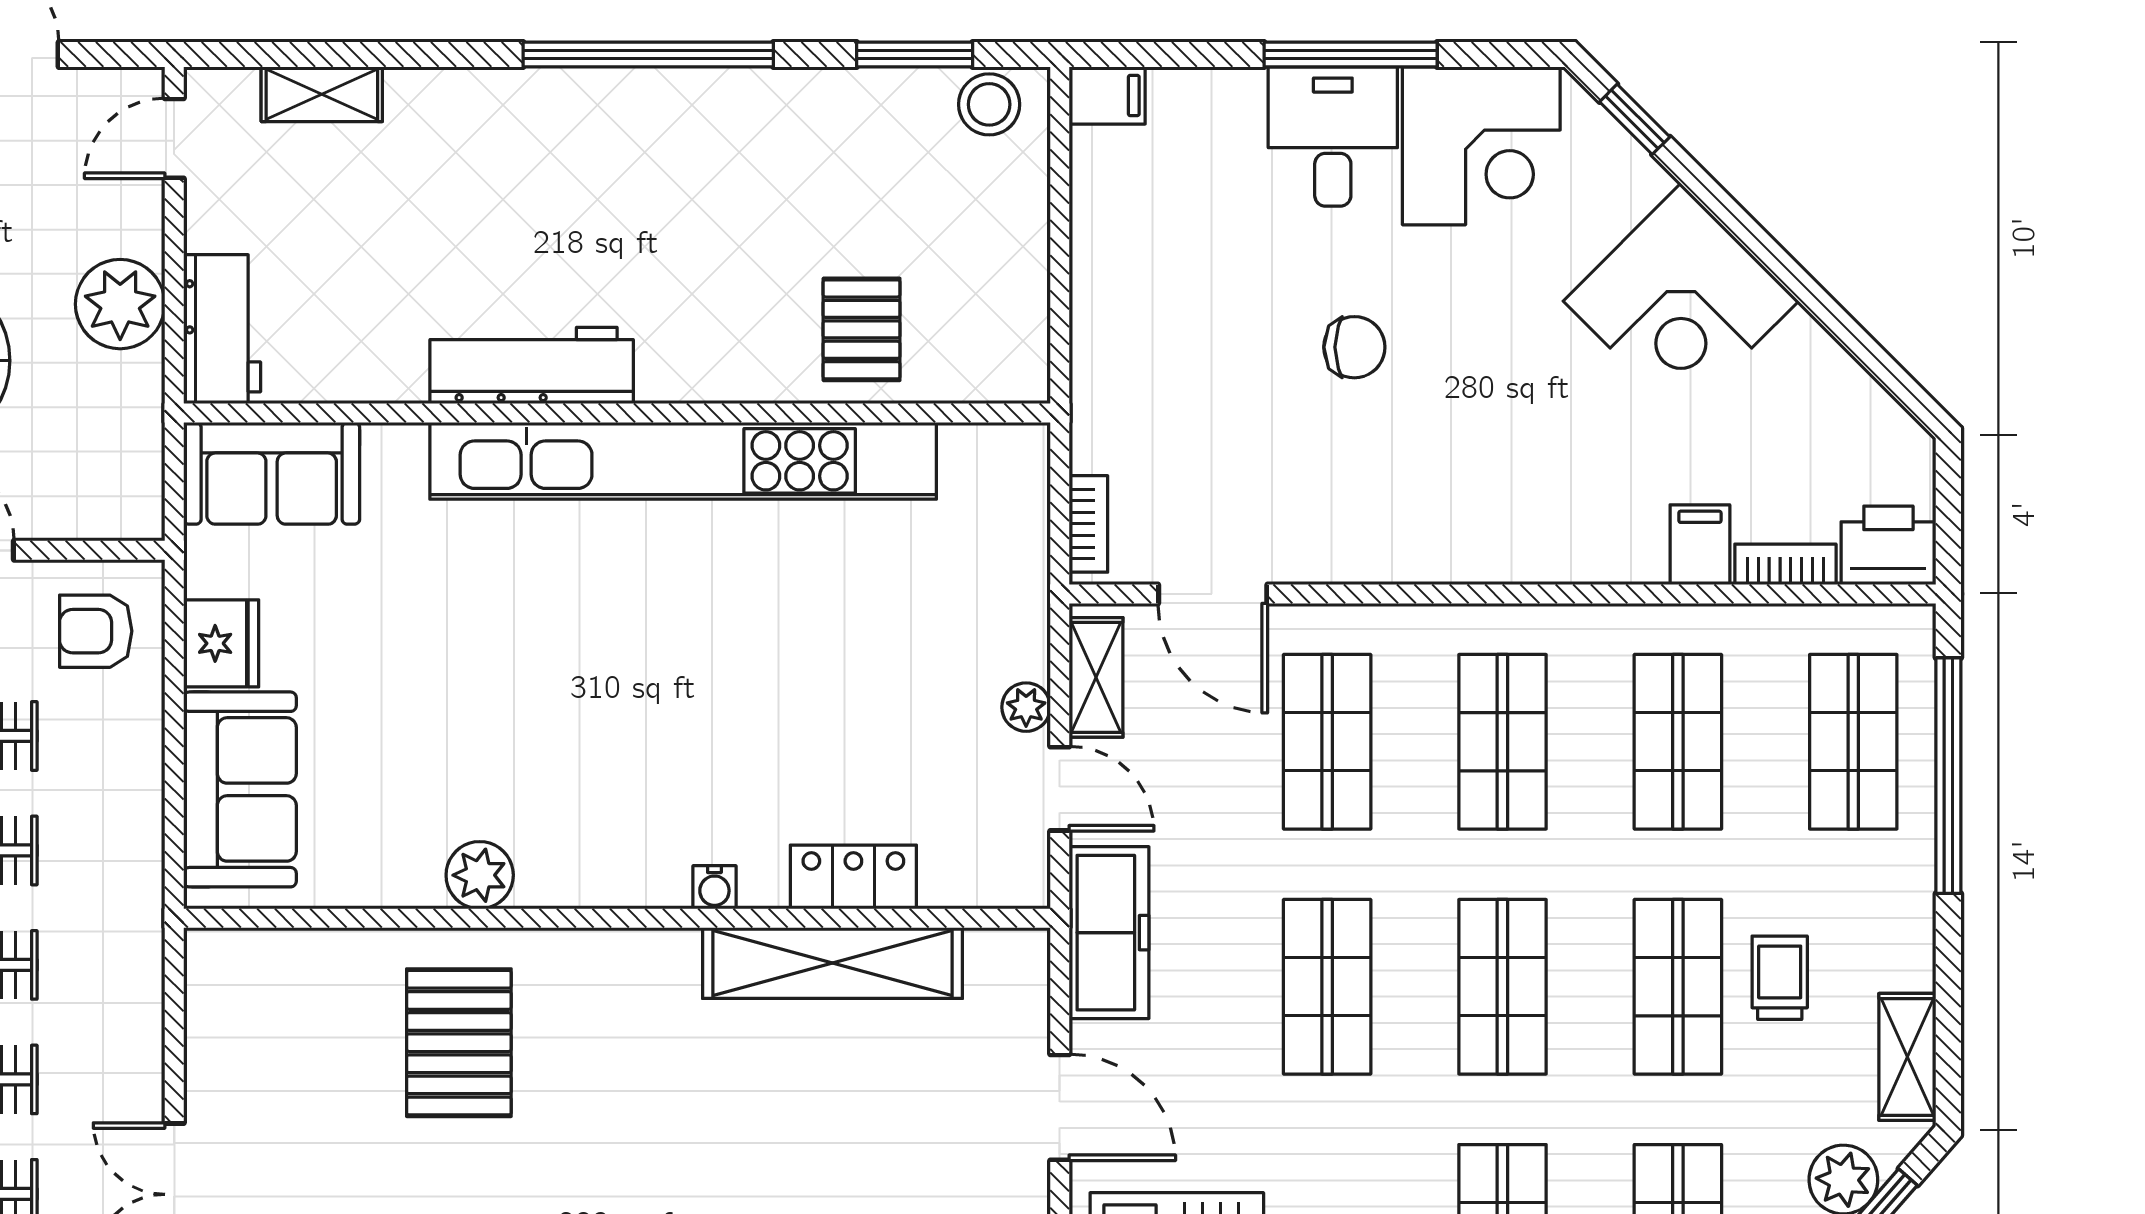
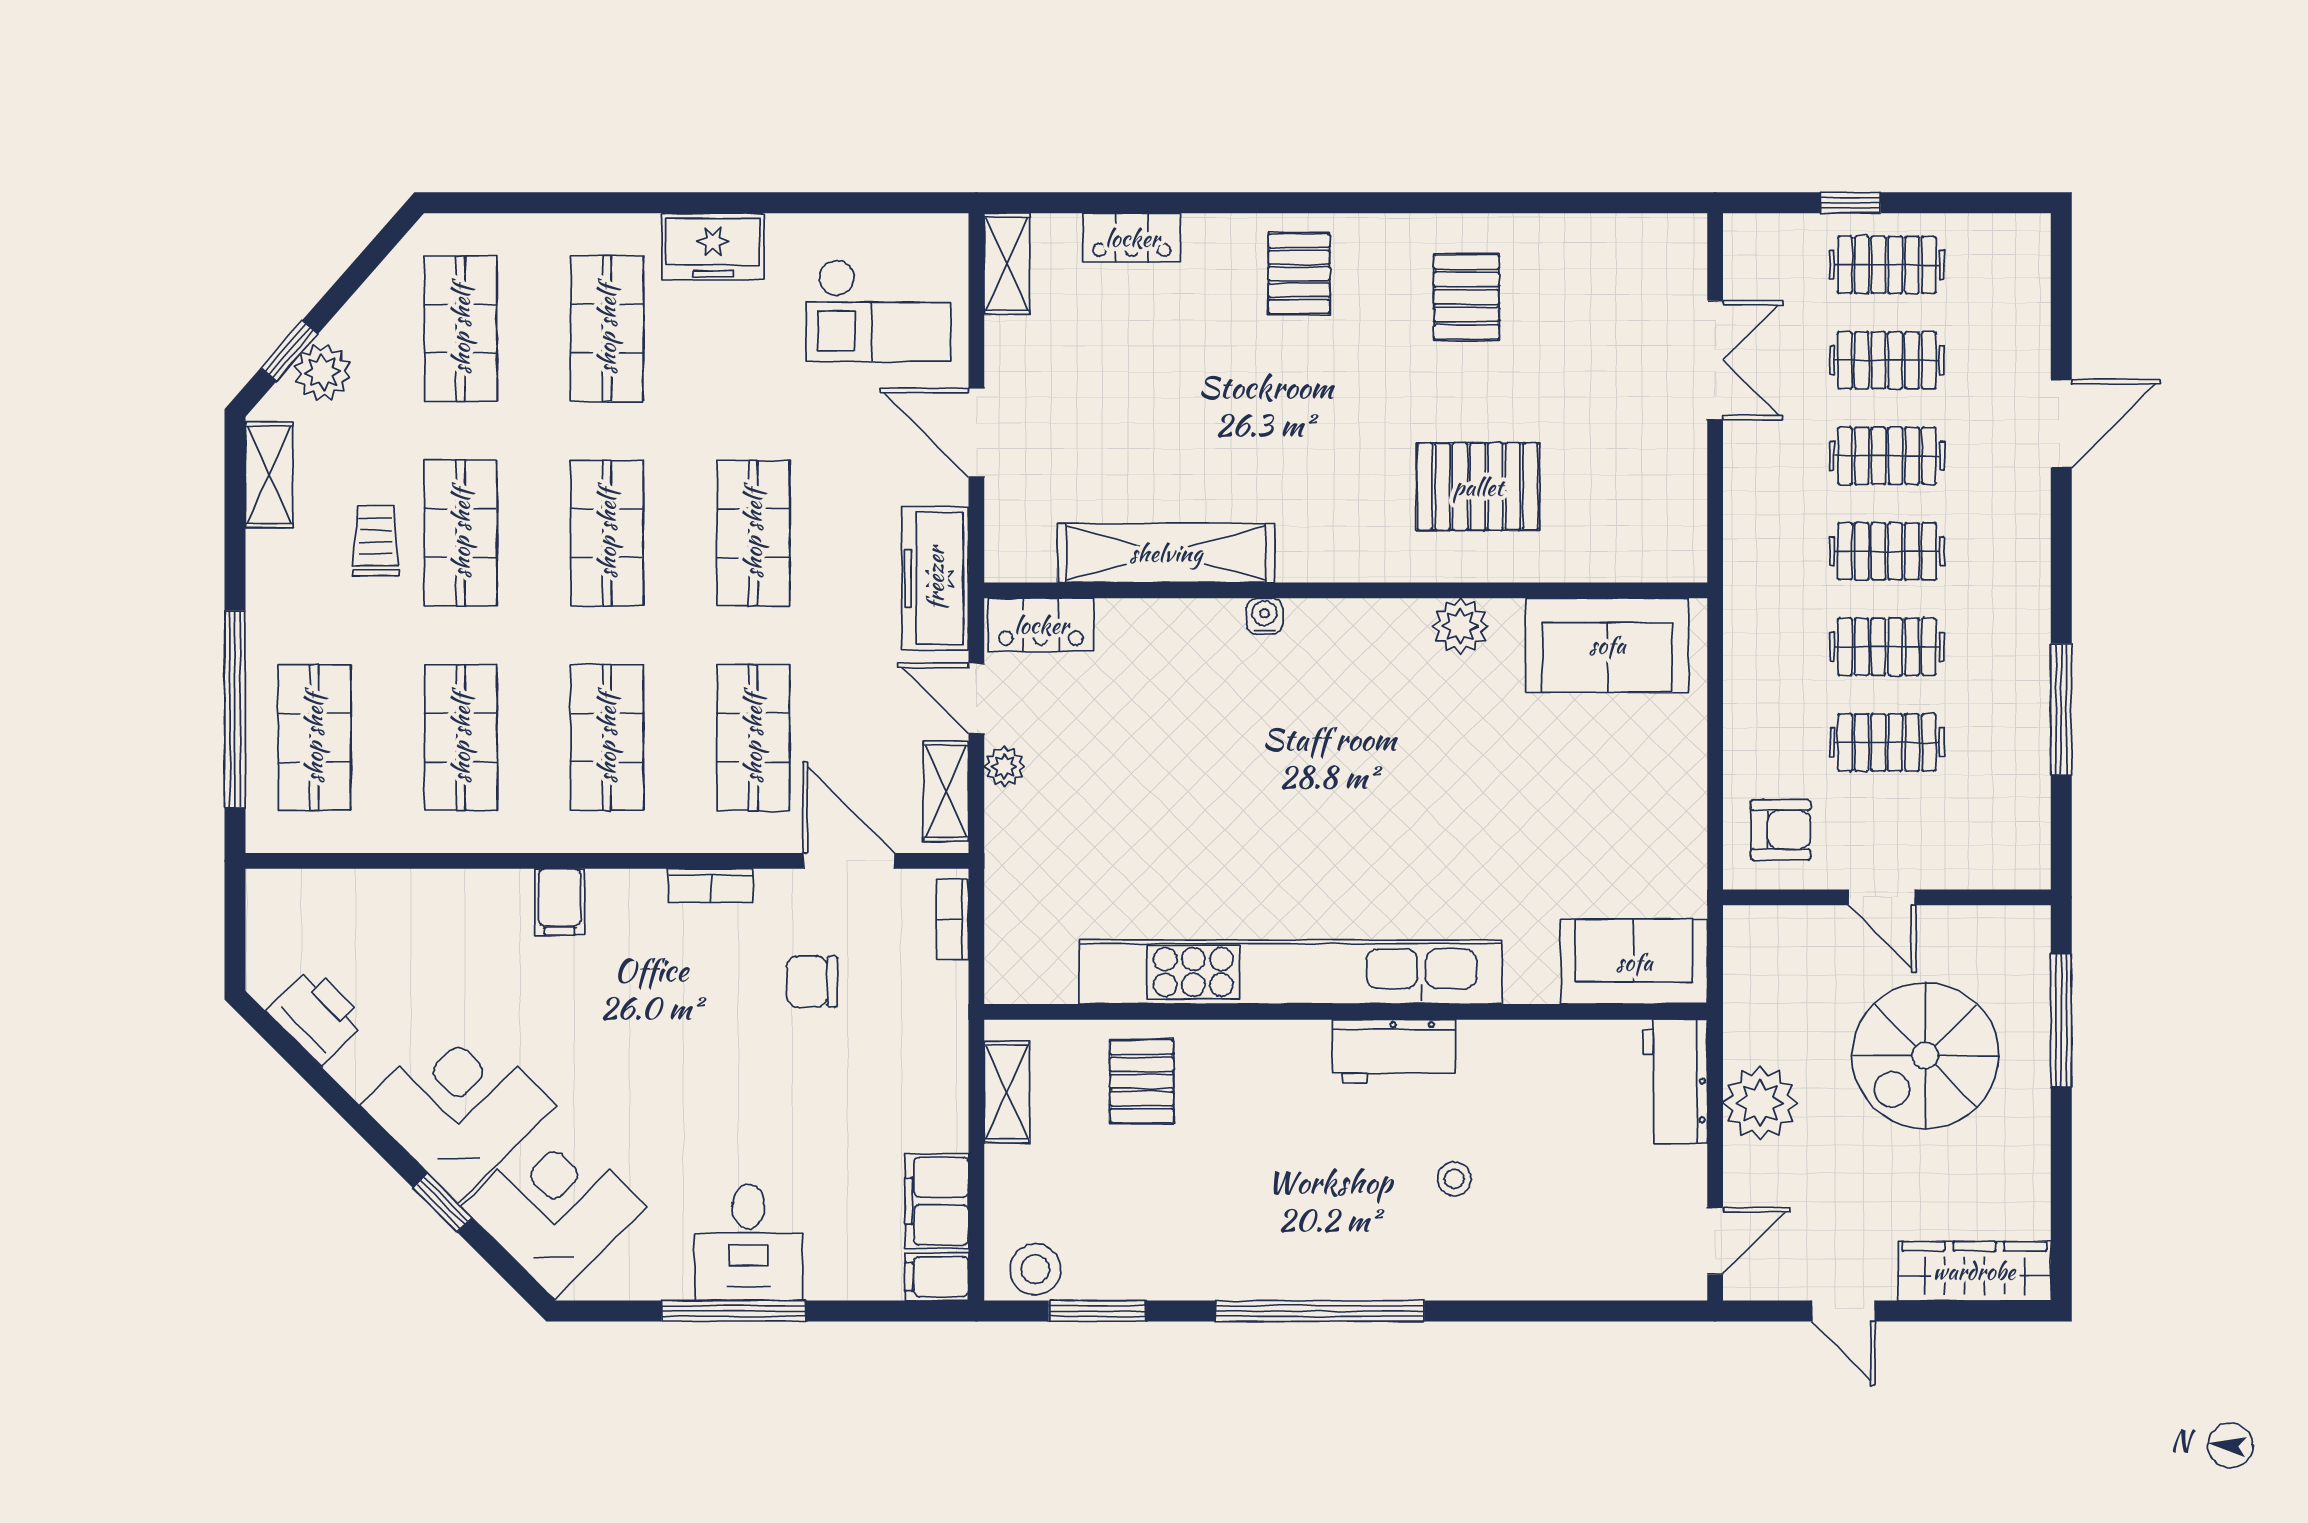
shelving: (322, 94) -> (1007, 1092), moved, turned 90
window: (1635, 119) -> (442, 1203), moved
corner desk: (1481, 146) -> (554, 1207), moved, turned 45
filing cabinet: (1107, 186) -> (937, 1201), added
stool: (487, 213) -> (1454, 1179), added
chair: (1354, 347) -> (812, 981), moved
workbench: (532, 365) -> (1394, 1051), width x0.73
filing cabinet: (1700, 545) -> (560, 902), moved
printer: (1888, 545) -> (317, 1016), moved, turned -135
bookcase: (1785, 564) -> (711, 886), moved
fridge: (221, 643) -> (1676, 820), removed
sofa: (240, 789) -> (1607, 645), moved, turned -90
locker: (853, 877) -> (1041, 625), moved
trolley: (1780, 978) -> (376, 541), turned 180
pallet: (459, 1043) -> (1478, 487), turned 90

